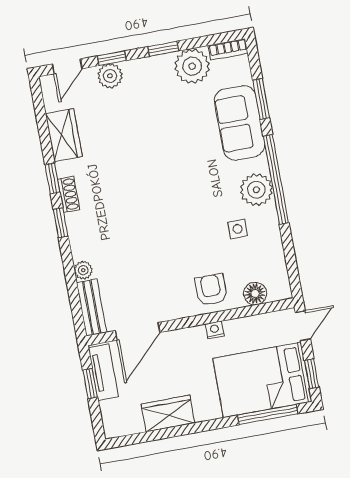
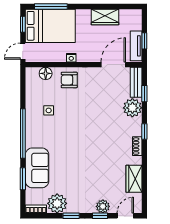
window: (52, 178) -> (144, 94), moved
plant: (256, 190) -> (34, 130), removed
plant: (83, 270) -> (132, 108), width x1.87, depth x1.87
armchair: (211, 290) -> (69, 80), turned 90

